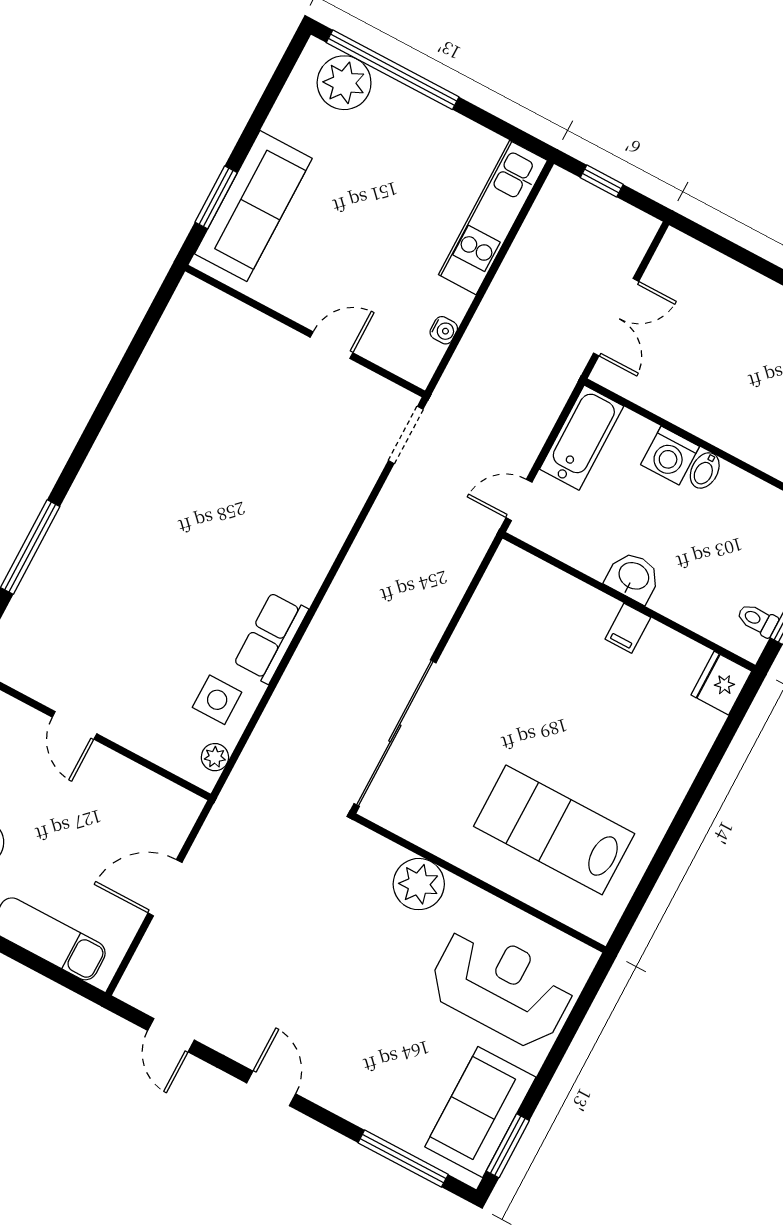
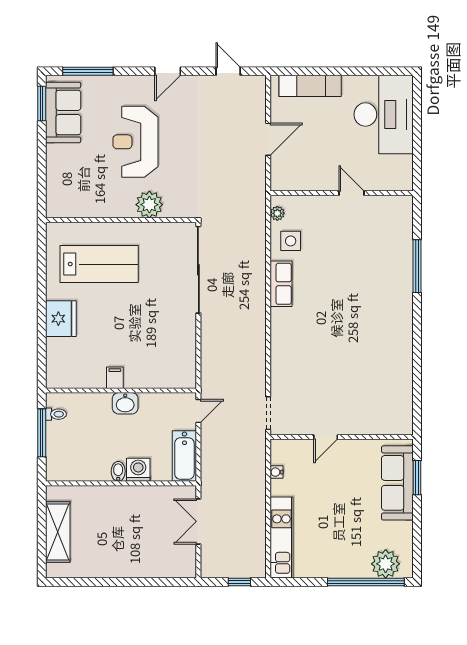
fridge: (721, 683) -> (61, 319), moved, width x1.36, depth x1.34
reception desk: (502, 987) -> (135, 142), moved, turned 90
door: (271, 1088) -> (168, 71), hinge flipped

